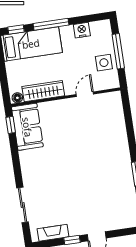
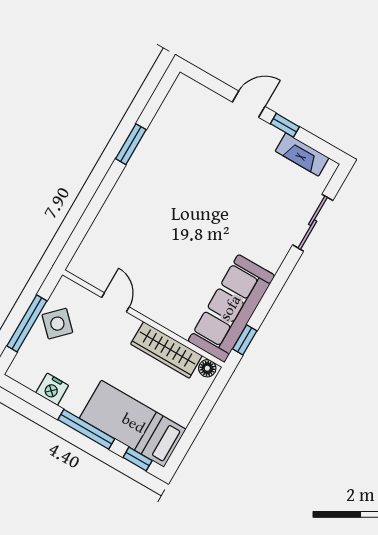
side table: (104, 63) -> (57, 324), turned 45
door: (85, 94) -> (115, 302), swing flipped
sofa: (27, 127) -> (231, 308), width x1.36

